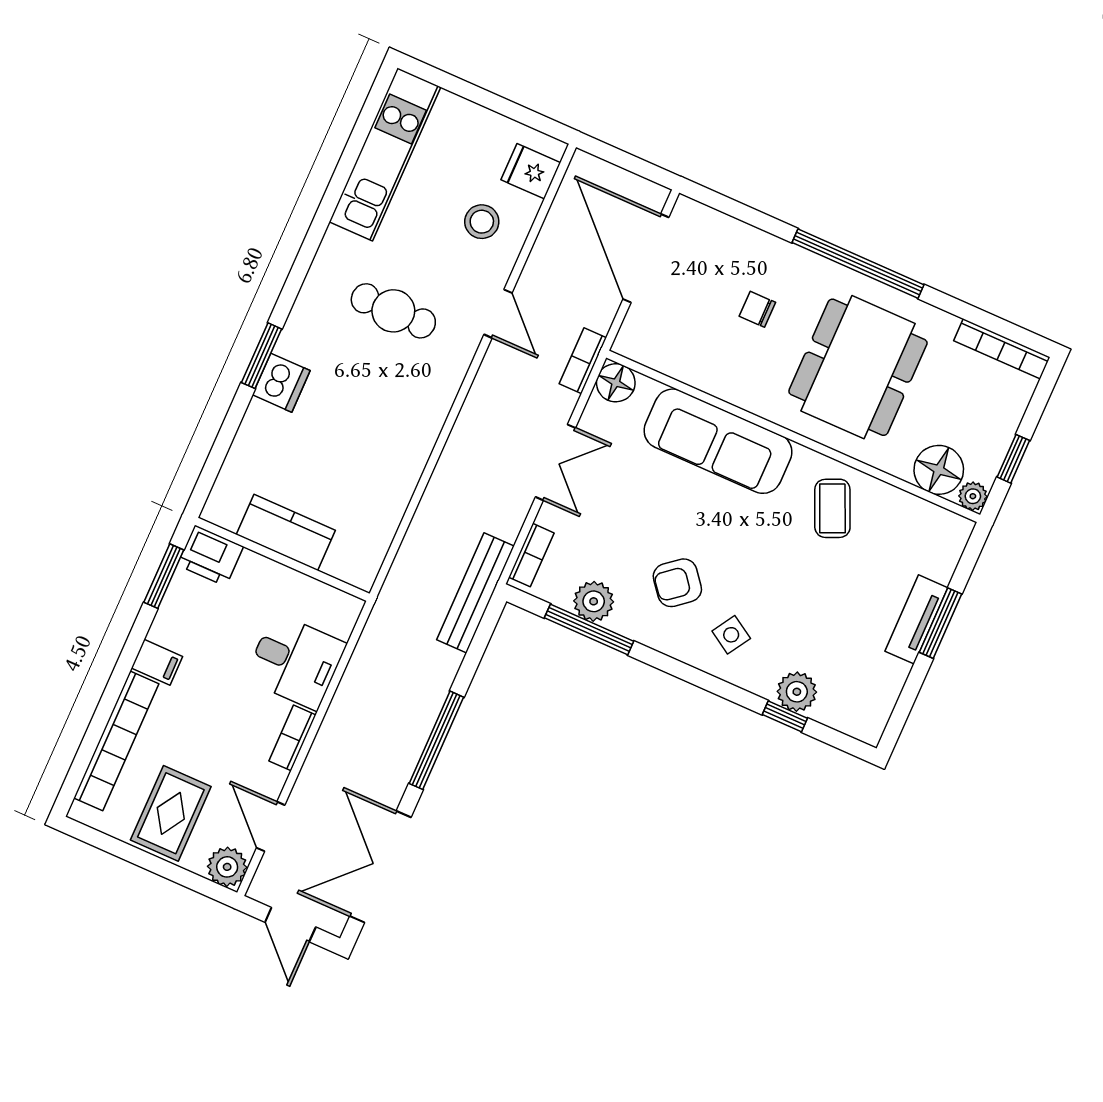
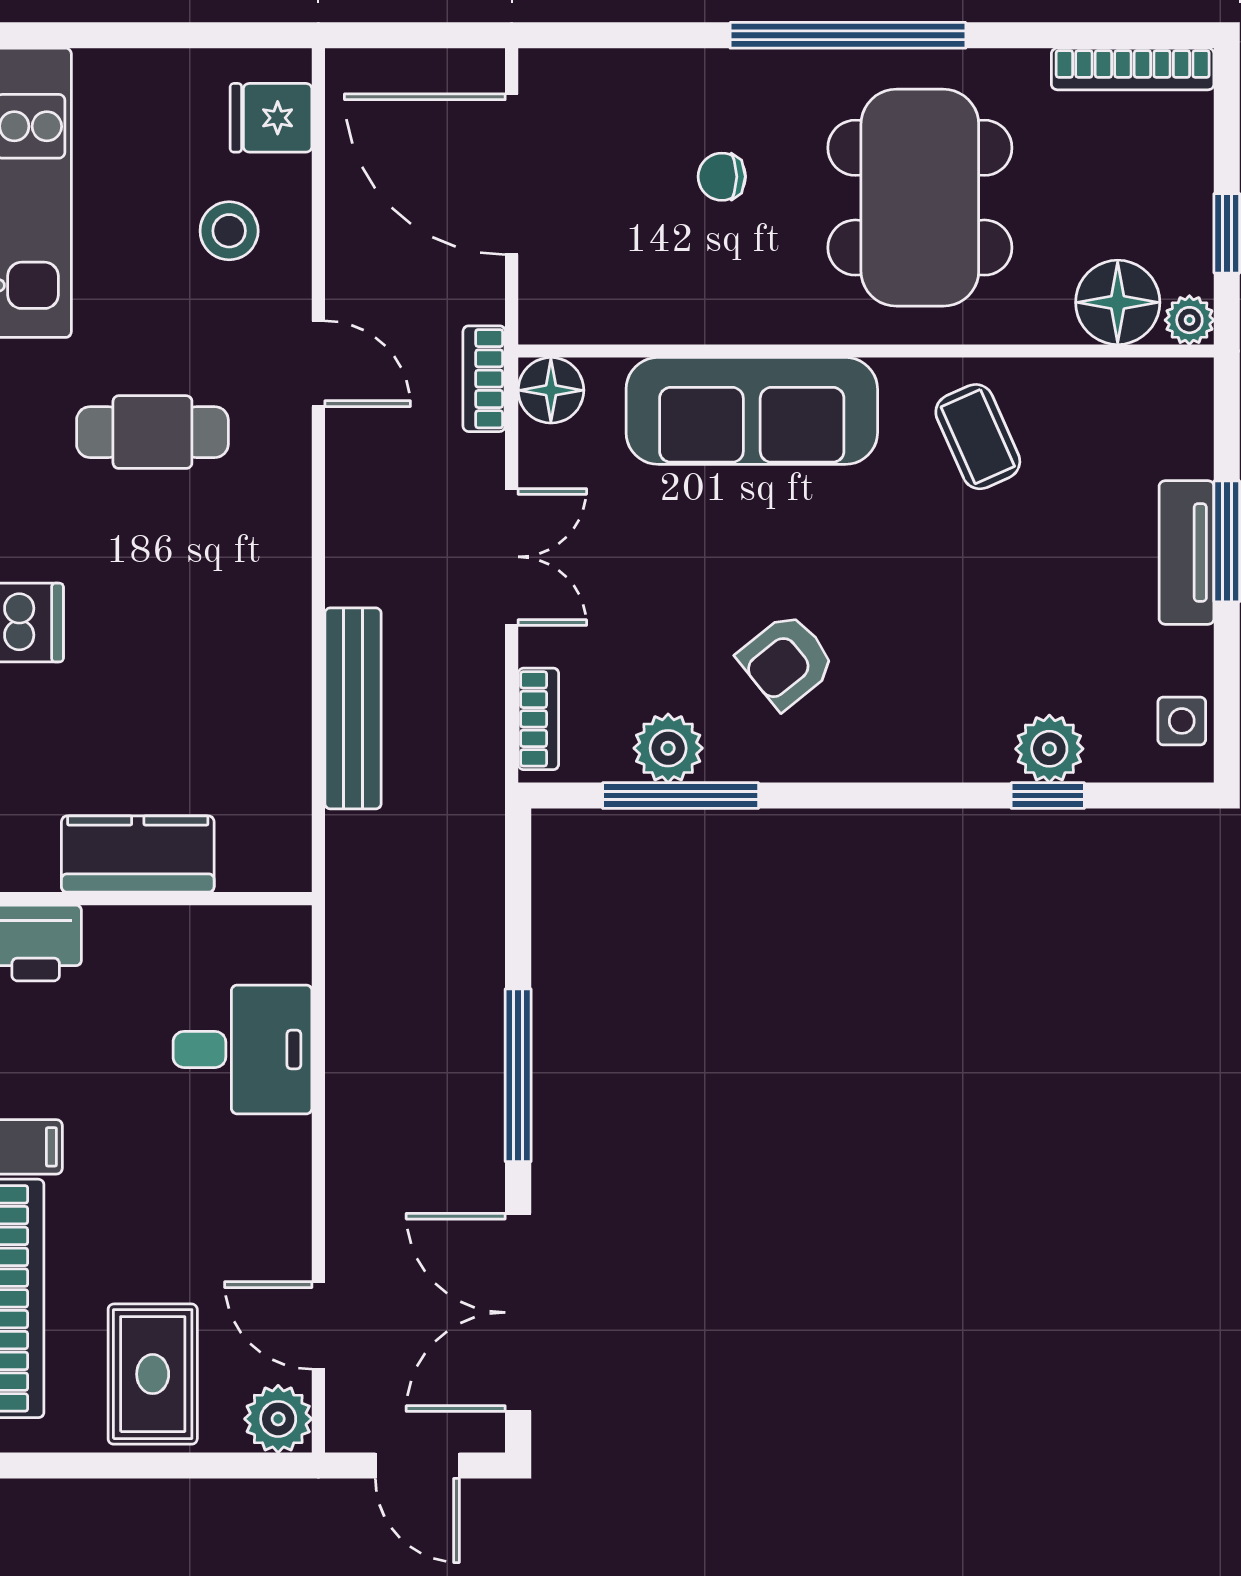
bench: (475, 593) -> (353, 708), moved
side table: (731, 635) -> (1182, 721), moved, turned -32
bookcase: (292, 738) -> (291, 1172), removed

